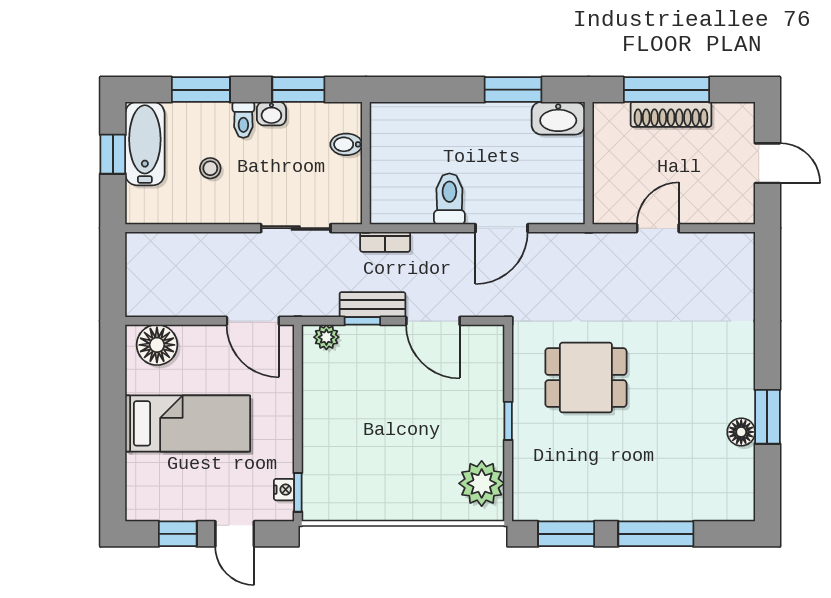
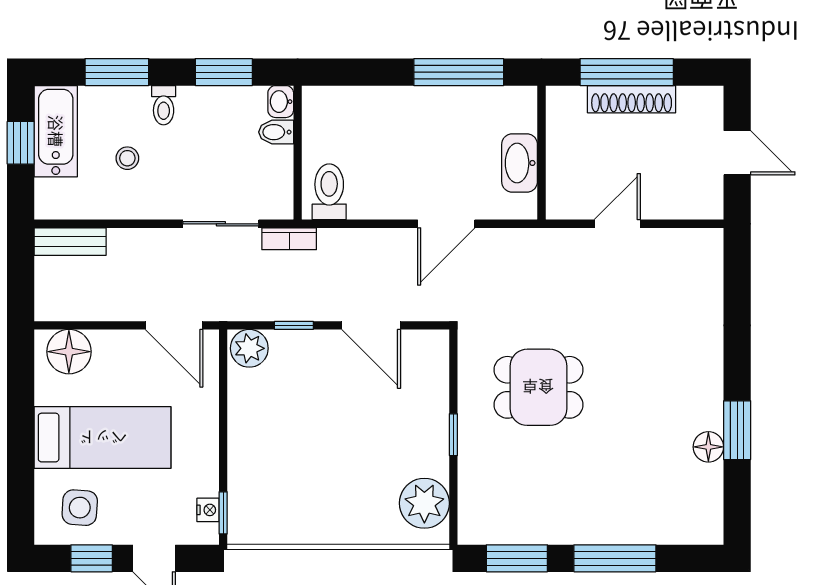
window: (513, 90) -> (459, 72), width x1.44
washbasin: (271, 114) -> (281, 102), moved, turned 90
washbasin: (558, 118) -> (520, 163), moved, turned 90
toilet: (449, 199) -> (329, 192), moved
bookcase: (385, 242) -> (289, 239), moved
bench: (372, 305) -> (70, 242), moved
plant: (326, 337) -> (249, 348), width x1.38, depth x1.38
side table: (167, 487) -> (80, 508), added

